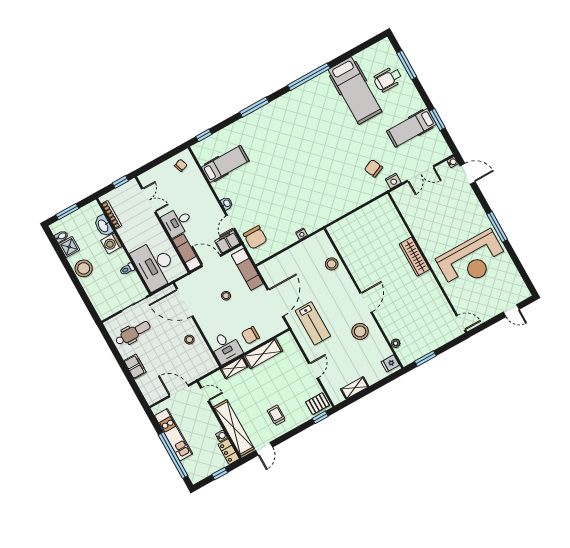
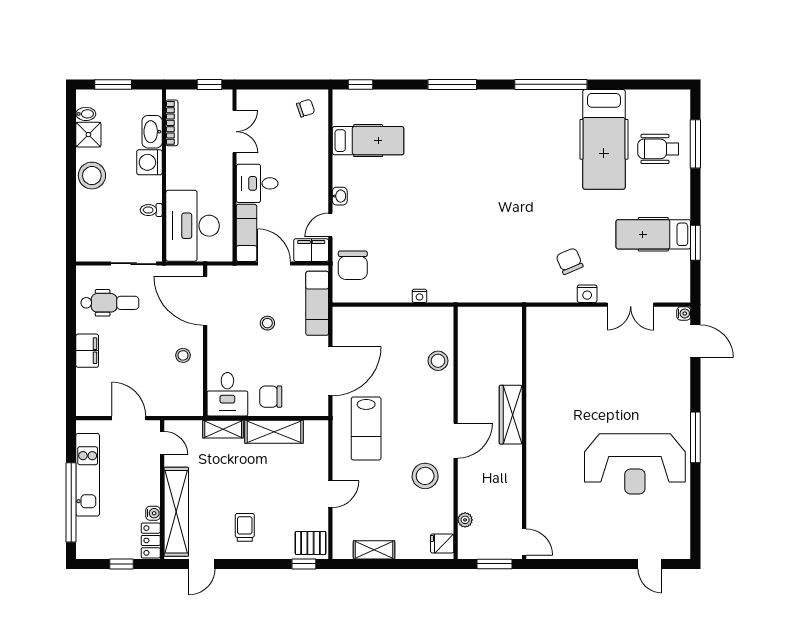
wardrobe: (414, 257) -> (511, 415), moved
wall: (427, 263) -> (524, 433), moved
door: (461, 323) -> (524, 542), moved

